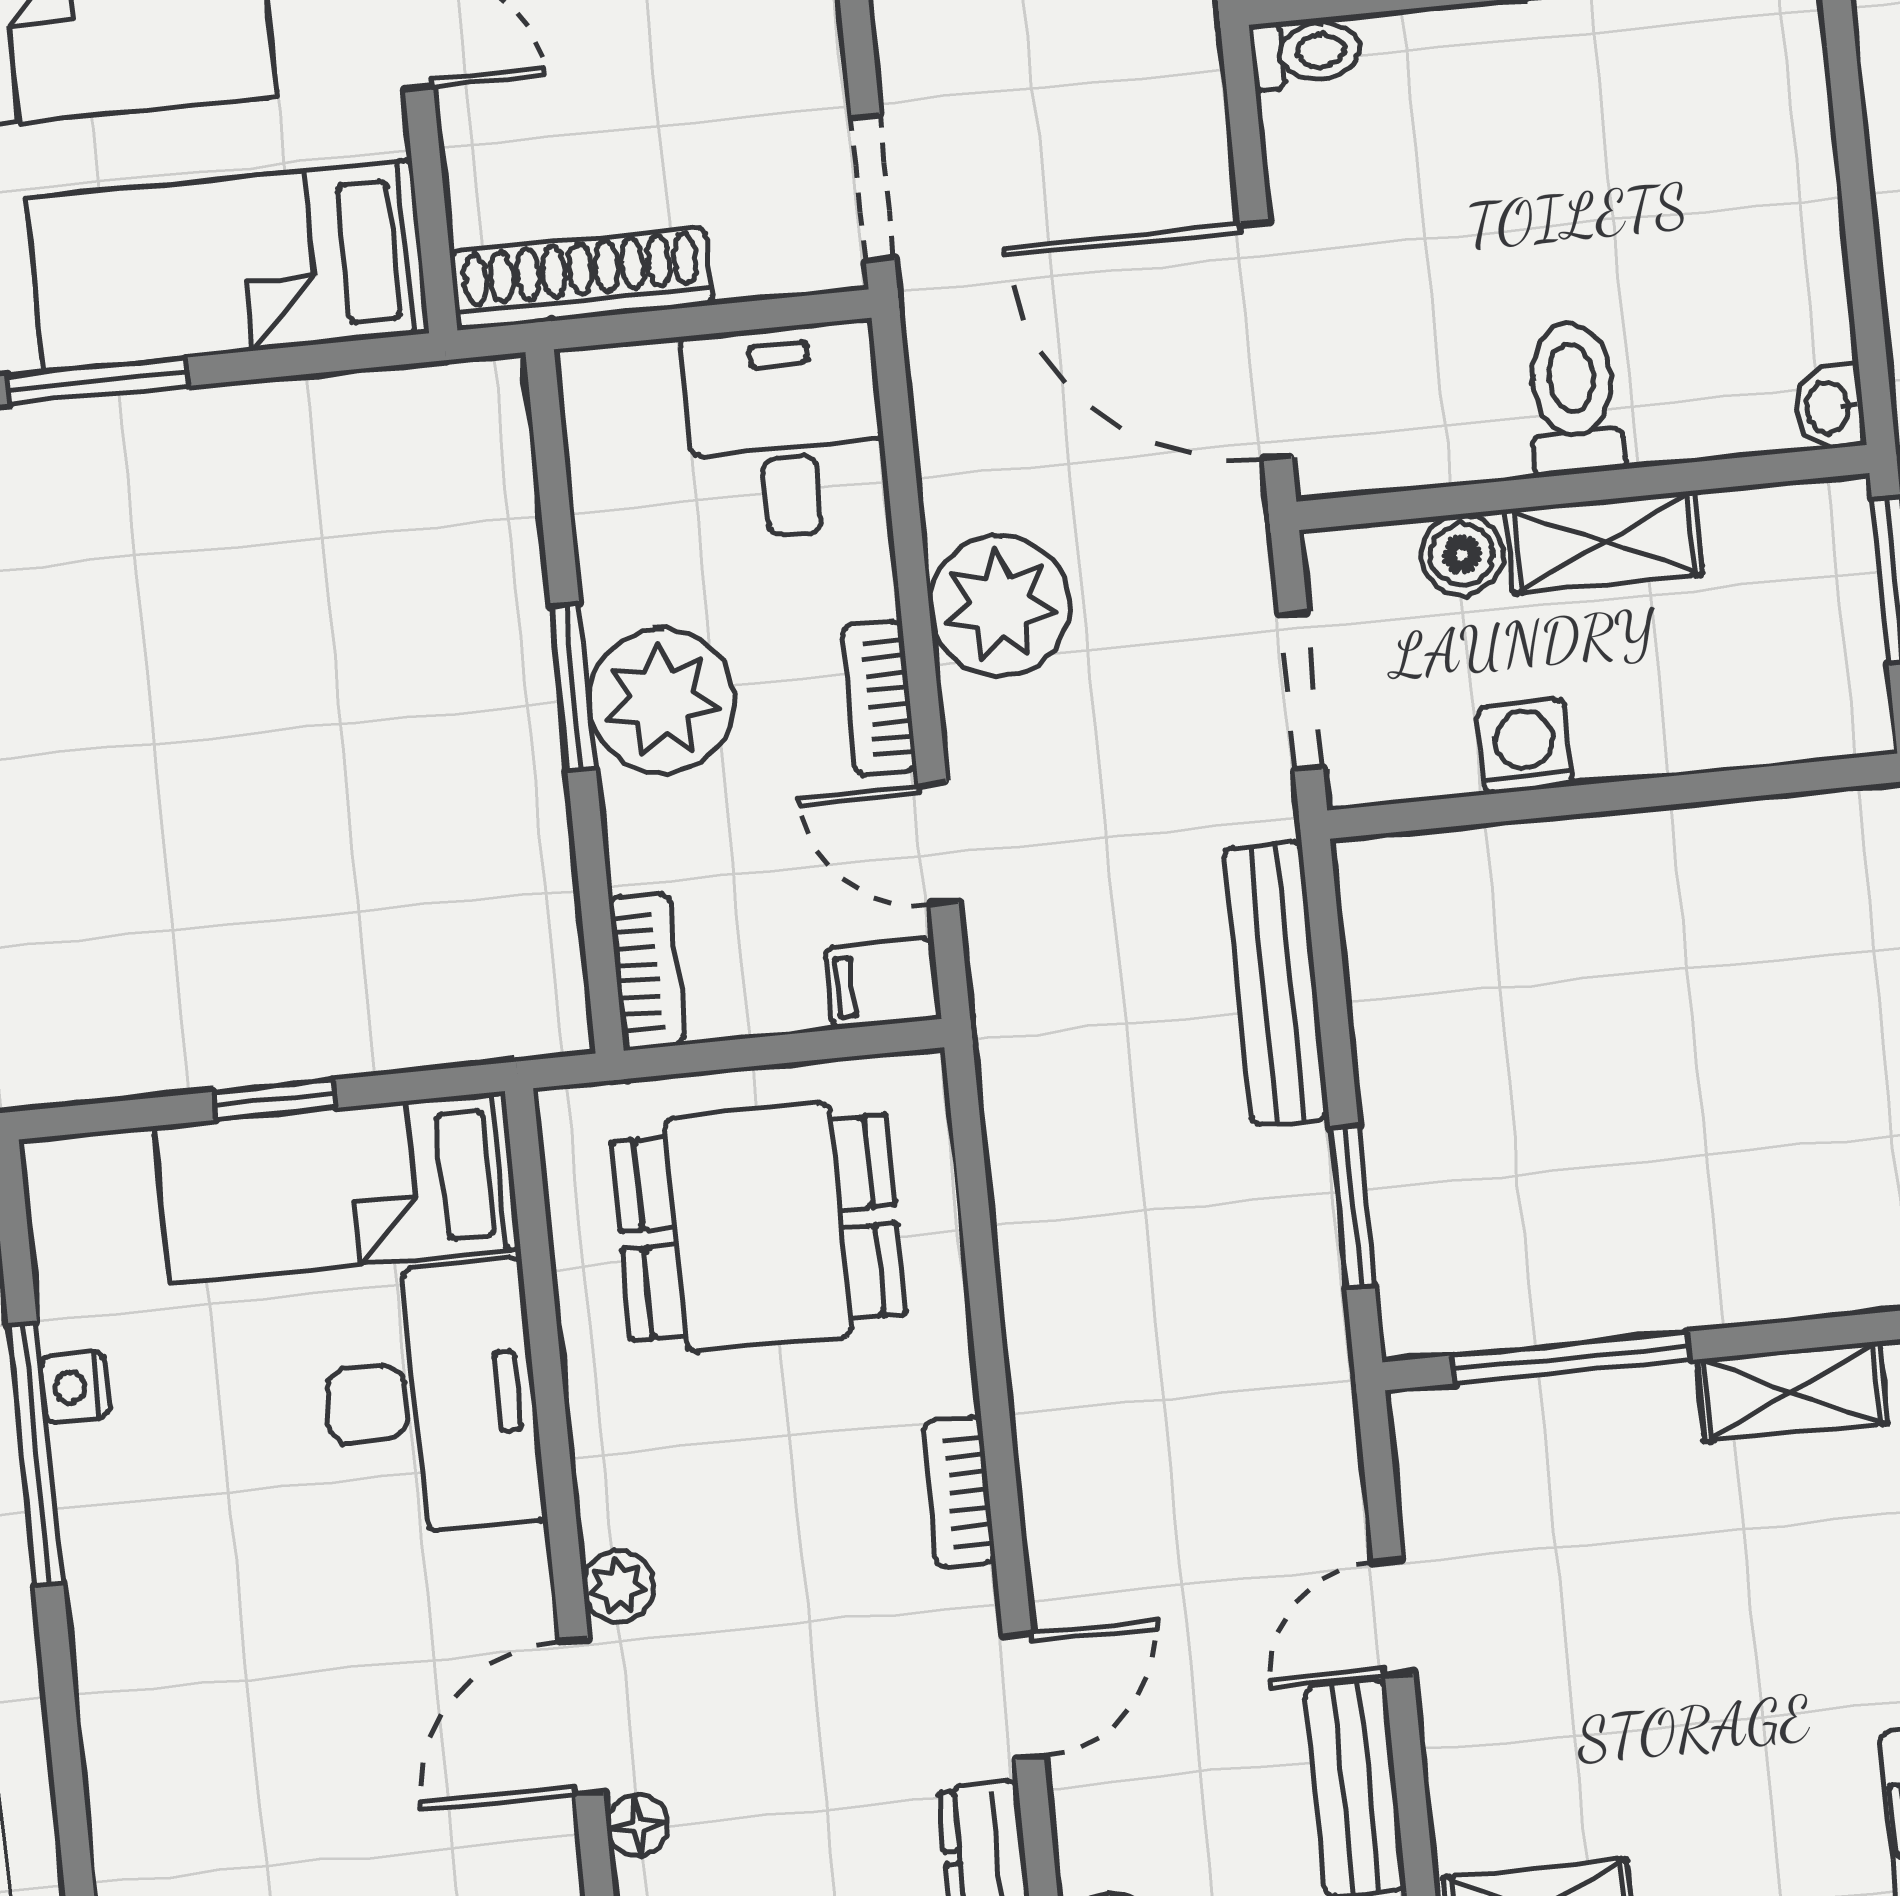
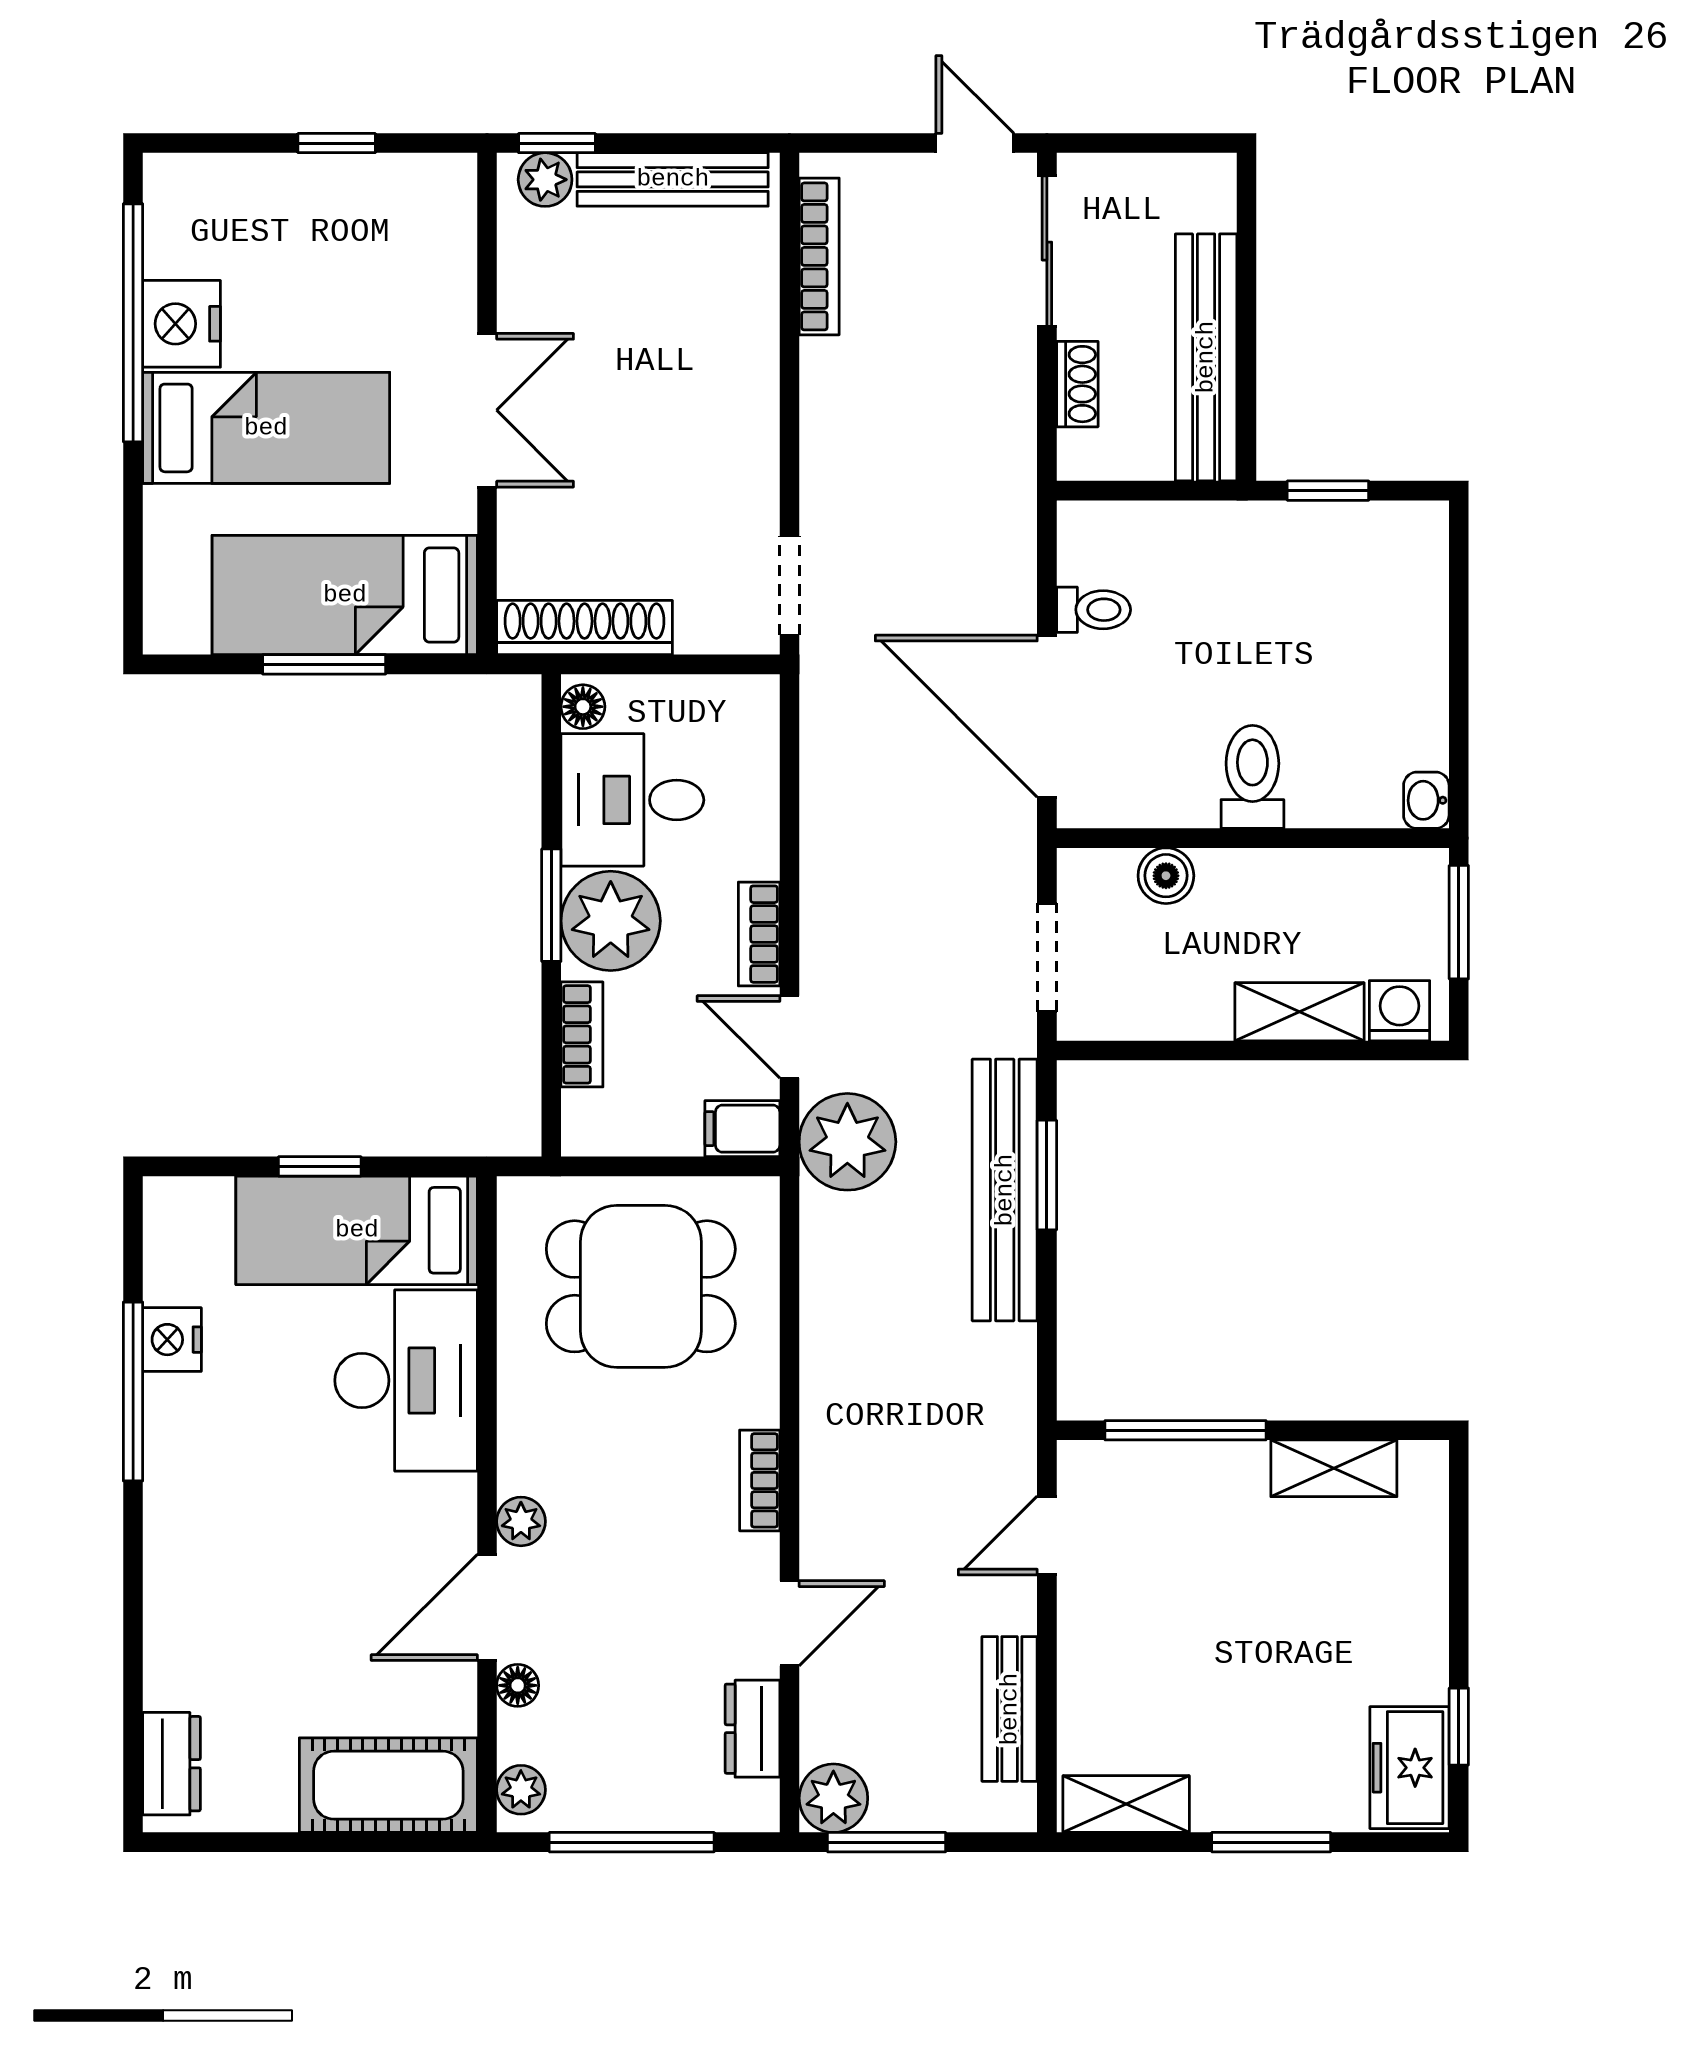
toilet: (1306, 53) -> (1094, 610), moved
window: (98, 381) -> (324, 664), moved
floor lamp: (590, 394) -> (583, 707), added
desk: (786, 431) -> (632, 800), moved, turned -90
shelving: (1604, 542) -> (1300, 1012), moved
plant: (1000, 606) -> (847, 1142), moved
washing machine: (1525, 747) -> (1399, 1011), moved
bookcase: (647, 971) -> (582, 1034), moved
bench: (1277, 983) -> (1005, 1190), width x1.37, depth x1.21
window: (1352, 1207) -> (1047, 1175), moved
nightstand: (75, 1387) -> (172, 1340), width x1.39, depth x1.35
door: (1393, 1618) -> (1047, 1536), moved

